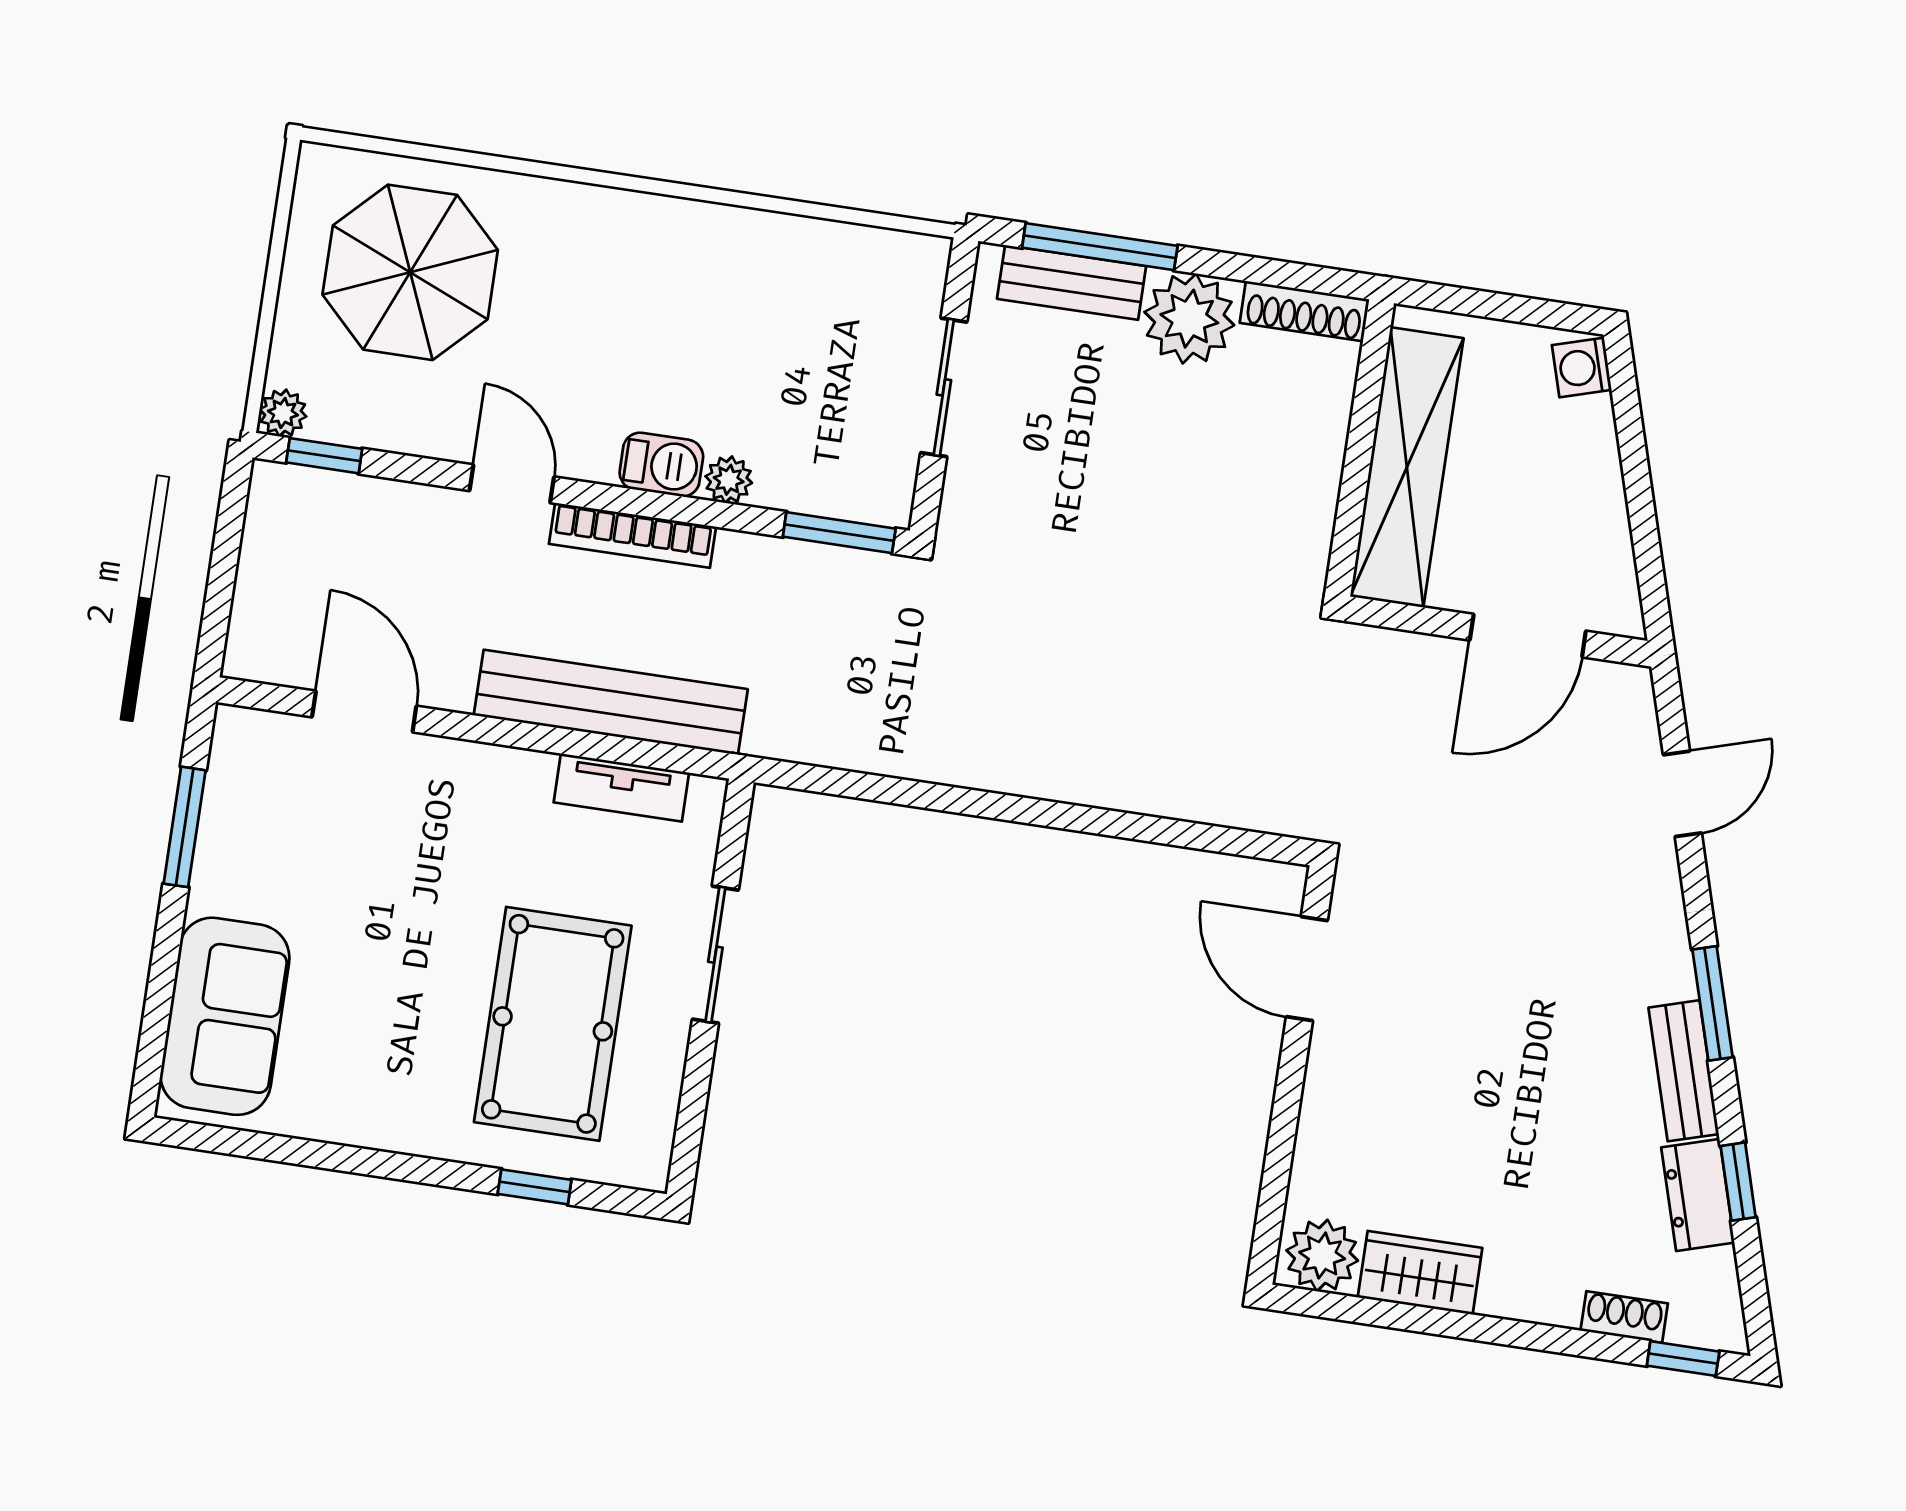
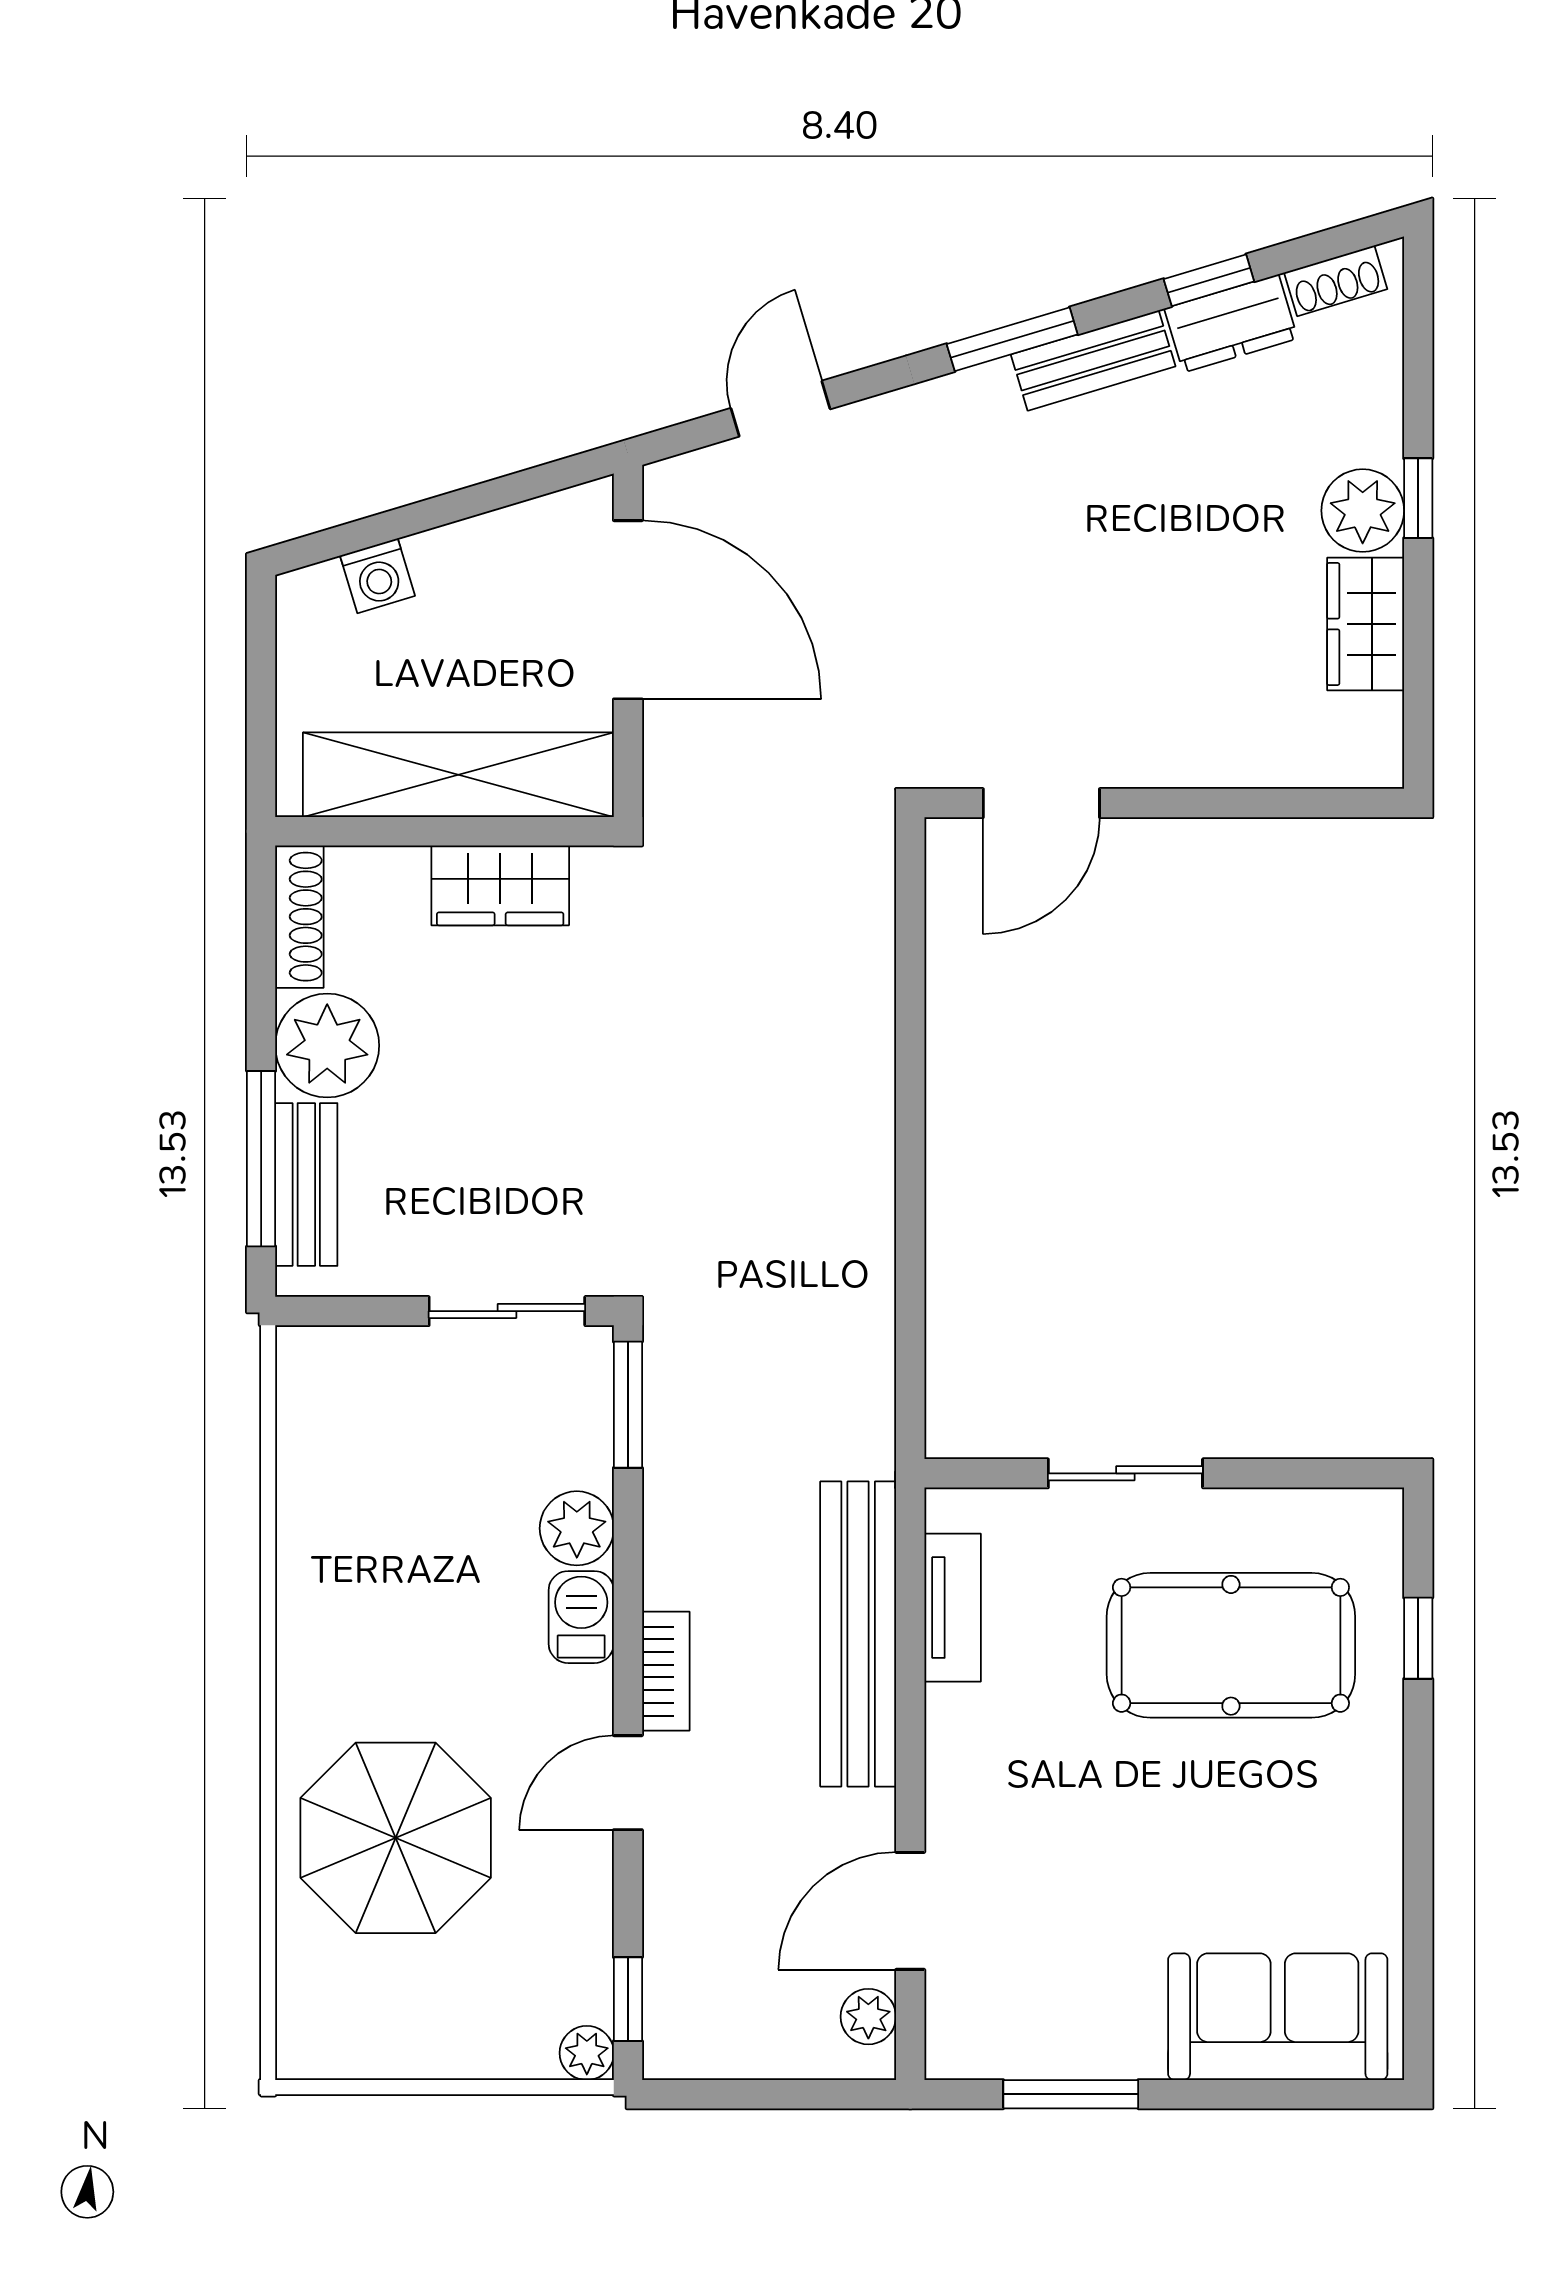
parasol: (410, 272) -> (396, 1838), moved
washing machine: (1582, 367) -> (377, 576), moved
sliding door: (944, 387) -> (507, 1311), moved
plant: (729, 480) -> (577, 1528), width x1.38, depth x1.38
wardrobe: (1306, 489) -> (500, 885), added
bookcase: (632, 535) -> (666, 1671), width x0.64
door: (1528, 636) -> (628, 610), width x1.36
plant: (278, 662) -> (868, 2017), added
door: (1682, 794) -> (781, 409), hinge flipped
plant: (1322, 1256) -> (1363, 511), moved
shoe rack: (1624, 1317) -> (1336, 281), moved, turned -107
window: (1683, 1359) -> (1418, 498), moved

